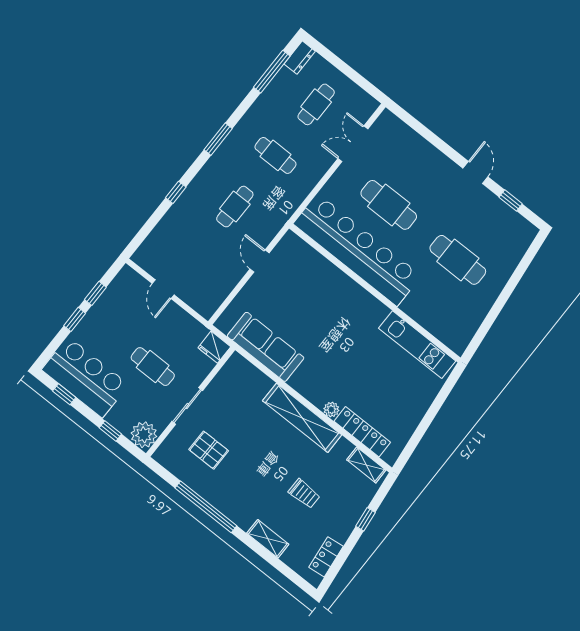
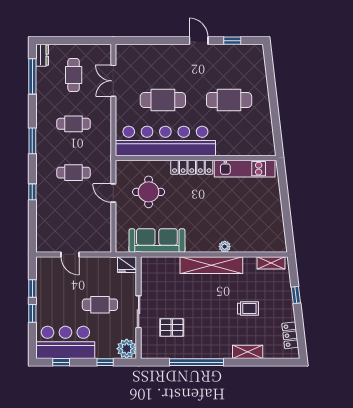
cafe table: (235, 207) -> (74, 173), turned 90
round table: (297, 289) -> (149, 192), added
locker: (362, 432) -> (192, 167), moved, turned 180

